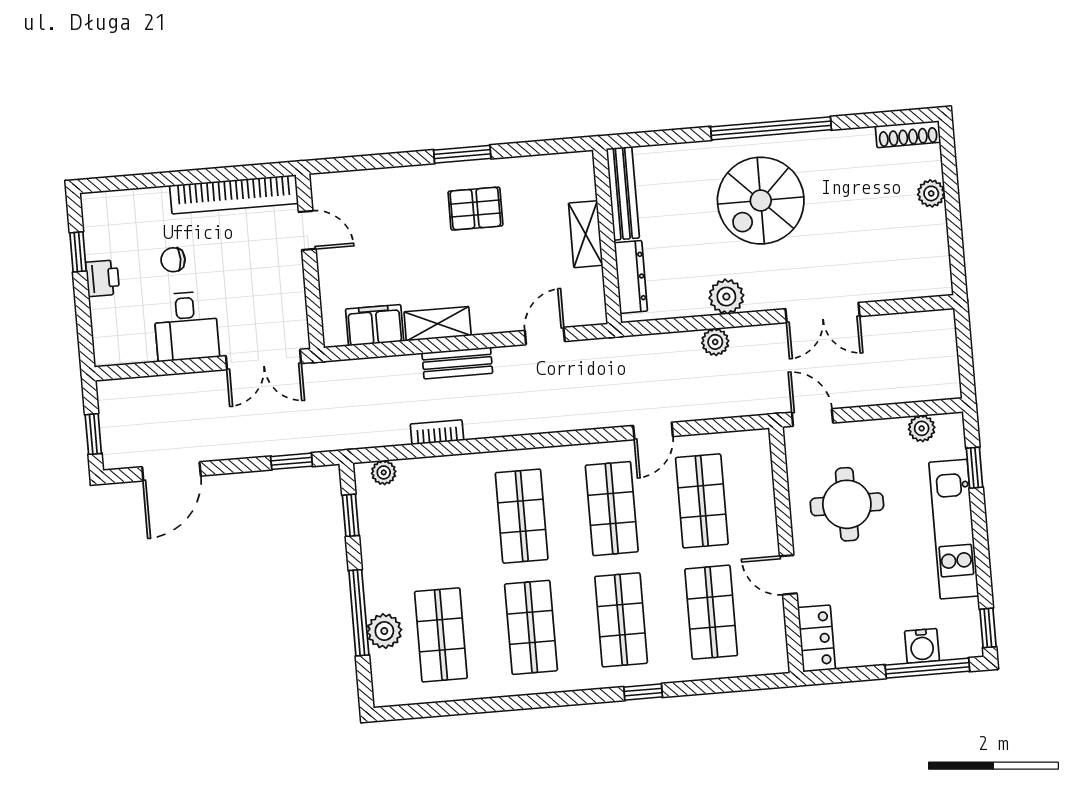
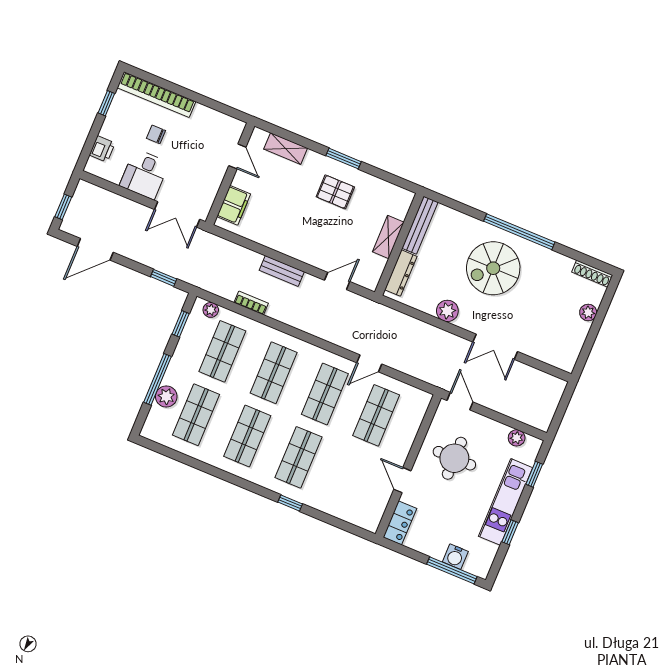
bookcase: (234, 194) -> (157, 95), moved
printer: (103, 278) -> (102, 149), moved
shelving: (438, 324) -> (286, 149), moved
filing cabinet: (375, 325) -> (234, 205), moved, turned 90
plant: (715, 342) -> (428, 332), removed
shop shelf: (711, 612) -> (222, 351), moved
window: (988, 628) -> (510, 532), moved

